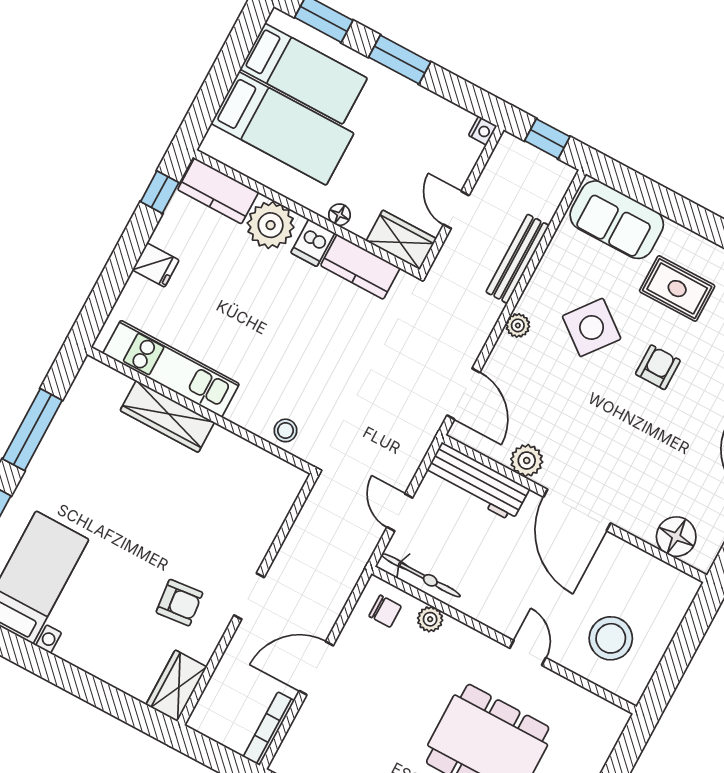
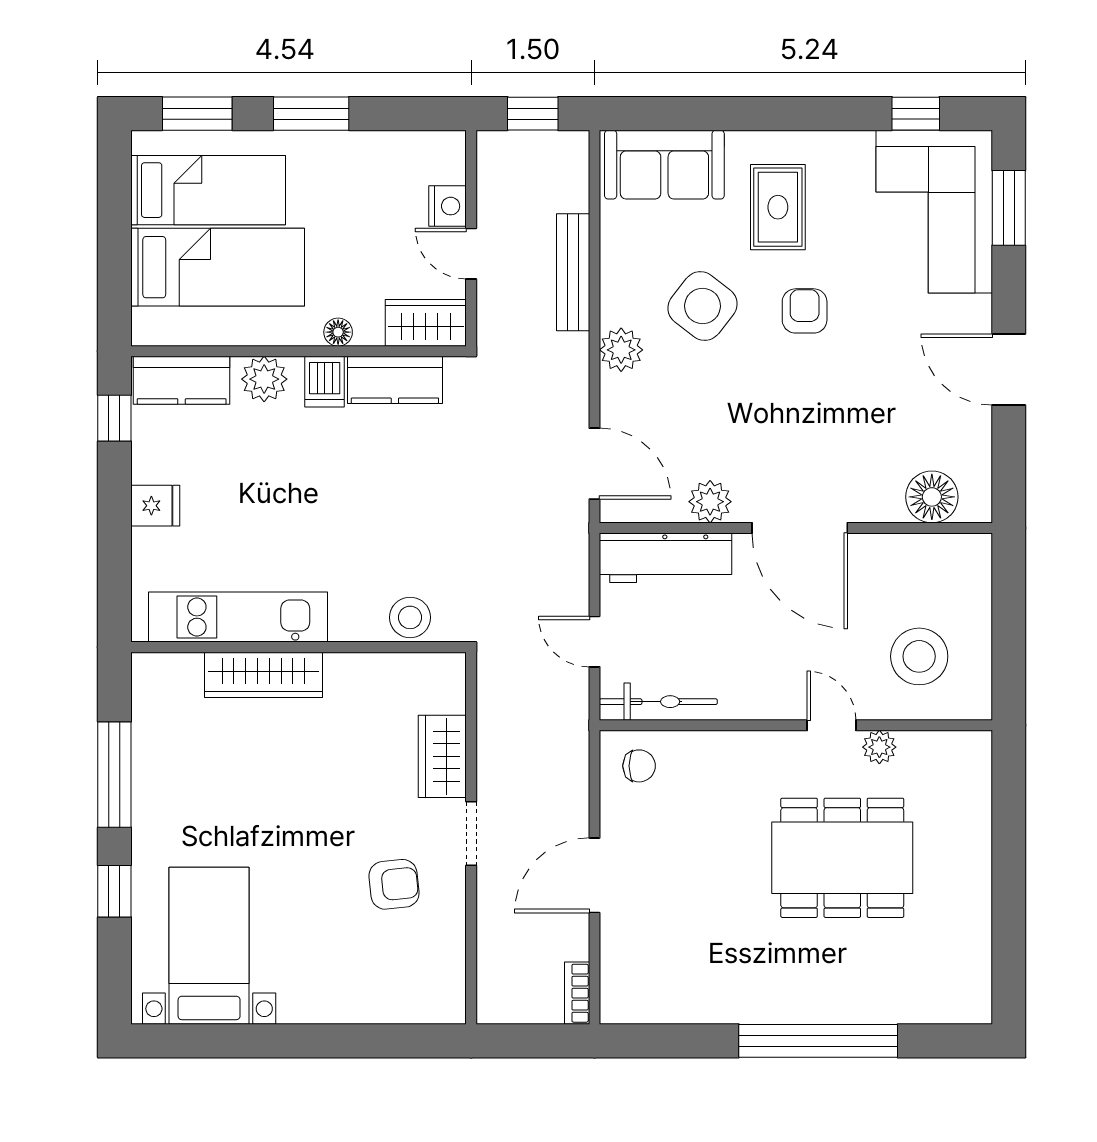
nightstand: (483, 131) -> (448, 206), moved, width x1.39, depth x1.35
plant: (271, 225) -> (264, 379), width x0.73, depth x0.73
rug: (677, 289) -> (778, 207), turned 90
plant: (518, 325) -> (621, 350), width x1.38, depth x1.38
stool: (285, 430) -> (410, 617), width x1.37, depth x1.37
plant: (430, 619) -> (879, 747), moved
wardrobe: (176, 686) -> (442, 756), moved
bookcase: (269, 729) -> (577, 993), width x0.64

